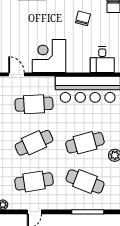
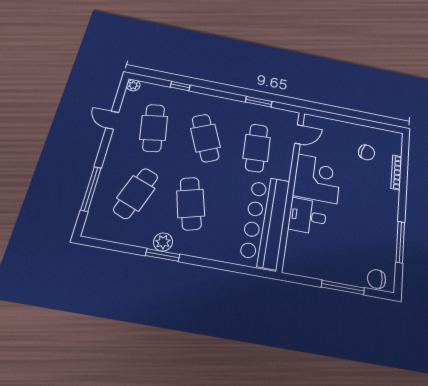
chair: (83, 18) -> (367, 152), moved
desk: (102, 60) -> (308, 216), moved

